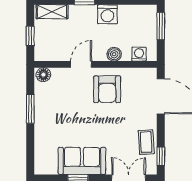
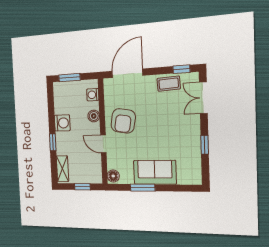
armchair: (107, 89) -> (123, 121), turned 100
sofa: (82, 161) -> (155, 172), moved, turned 90

